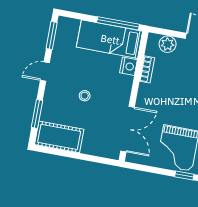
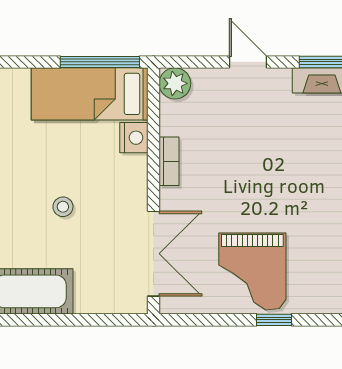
plant: (168, 44) -> (175, 83), moved
bookcase: (147, 69) -> (169, 161), moved

